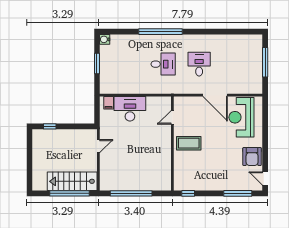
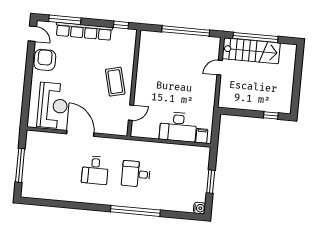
coffee table: (189, 143) -> (115, 82), turned 76
door: (98, 146) -> (220, 68), moved
row of seats: (220, 185) -> (84, 31), added

